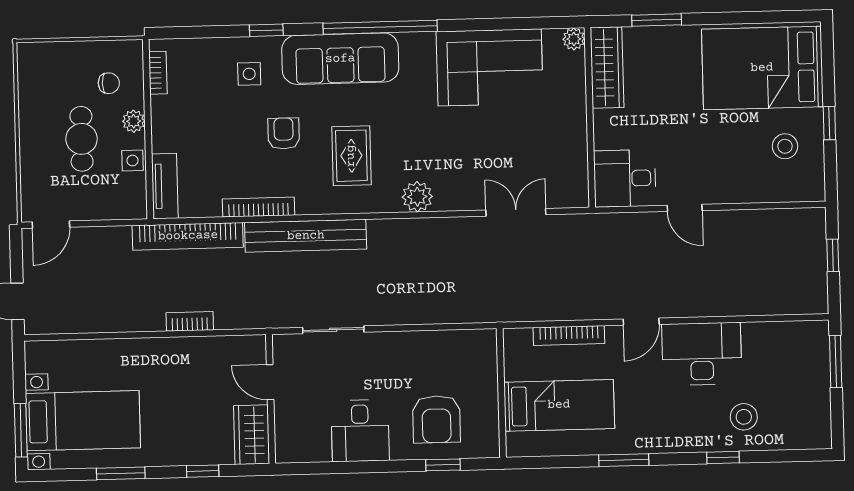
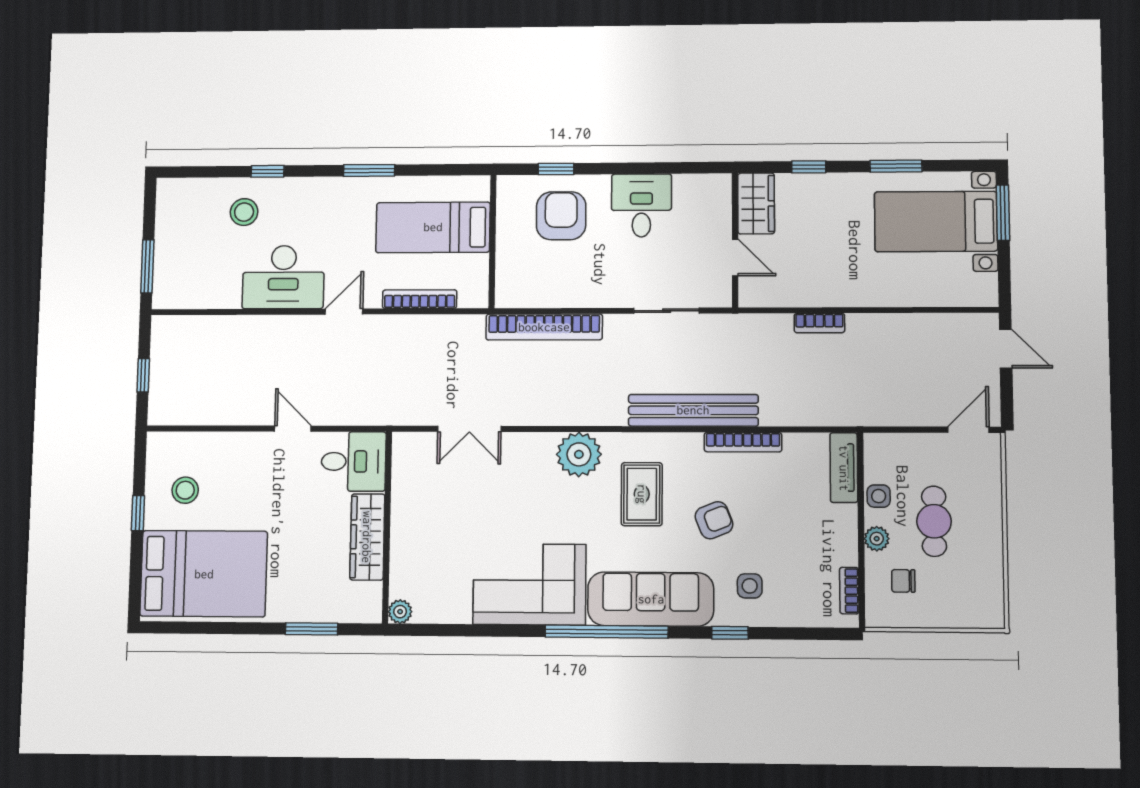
corner sofa: (490, 67) -> (529, 584), moved
wardrobe: (607, 68) -> (367, 537), moved
armchair: (284, 133) -> (714, 520), turned -112
plant: (417, 197) -> (579, 454), width x1.36, depth x1.36
bookcase: (188, 236) -> (544, 327), moved, turned 180

